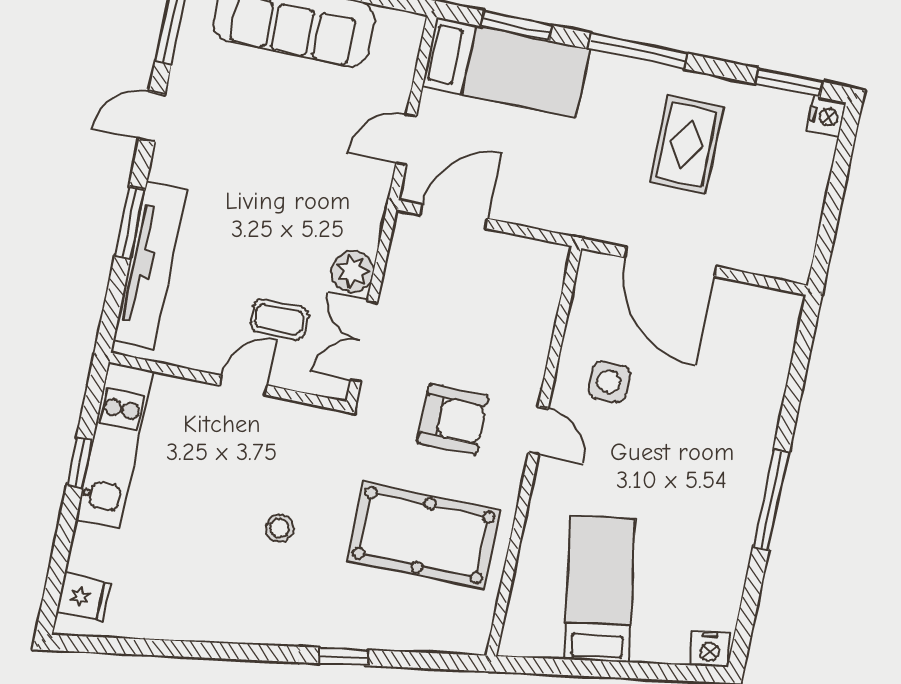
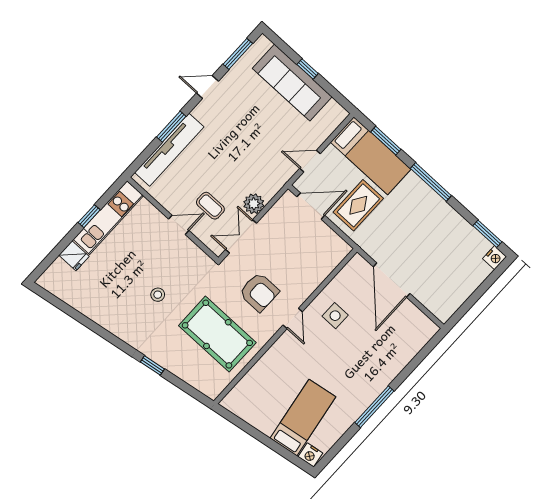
rug: (686, 144) -> (358, 205), moved
bed: (599, 589) -> (303, 418), moved
fridge: (84, 597) -> (74, 256), moved

